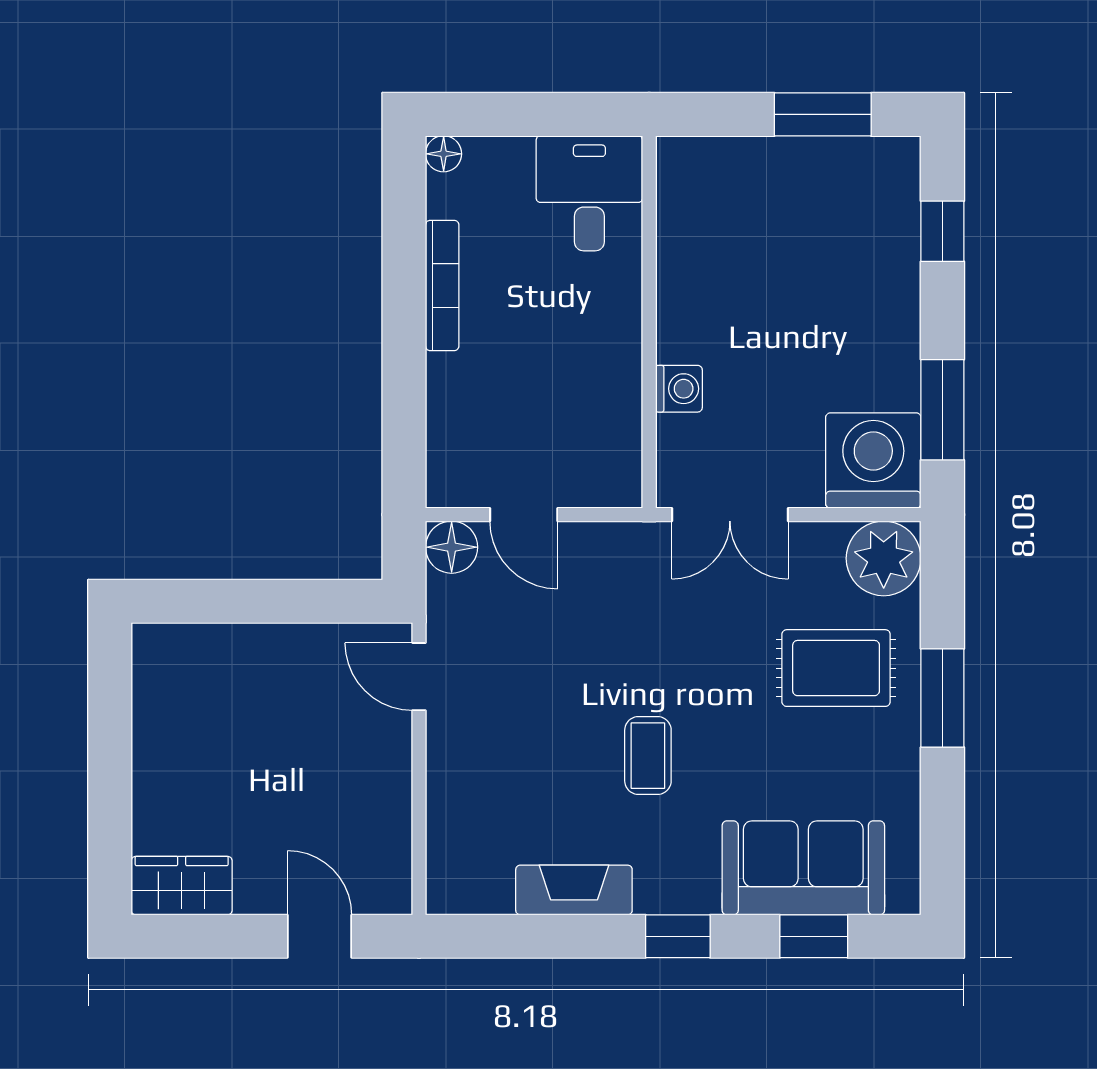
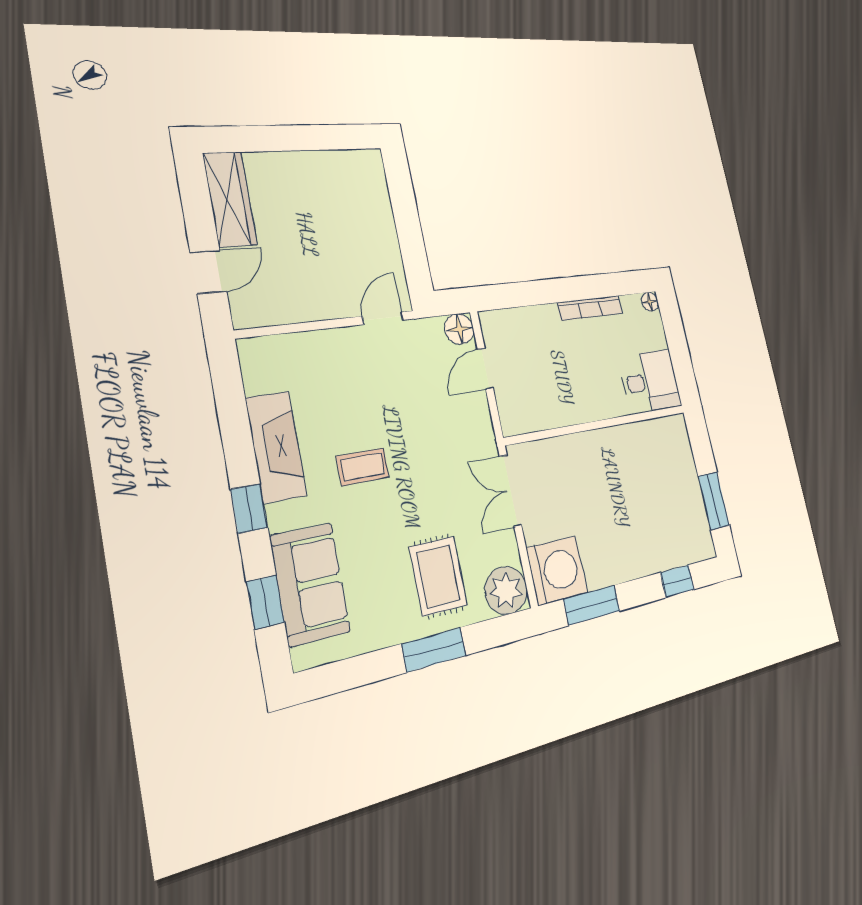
washing machine: (679, 389) -> (569, 448), removed
wardrobe: (182, 886) -> (230, 199), width x1.50
fireplace: (574, 890) -> (276, 447), width x1.37, depth x1.32

